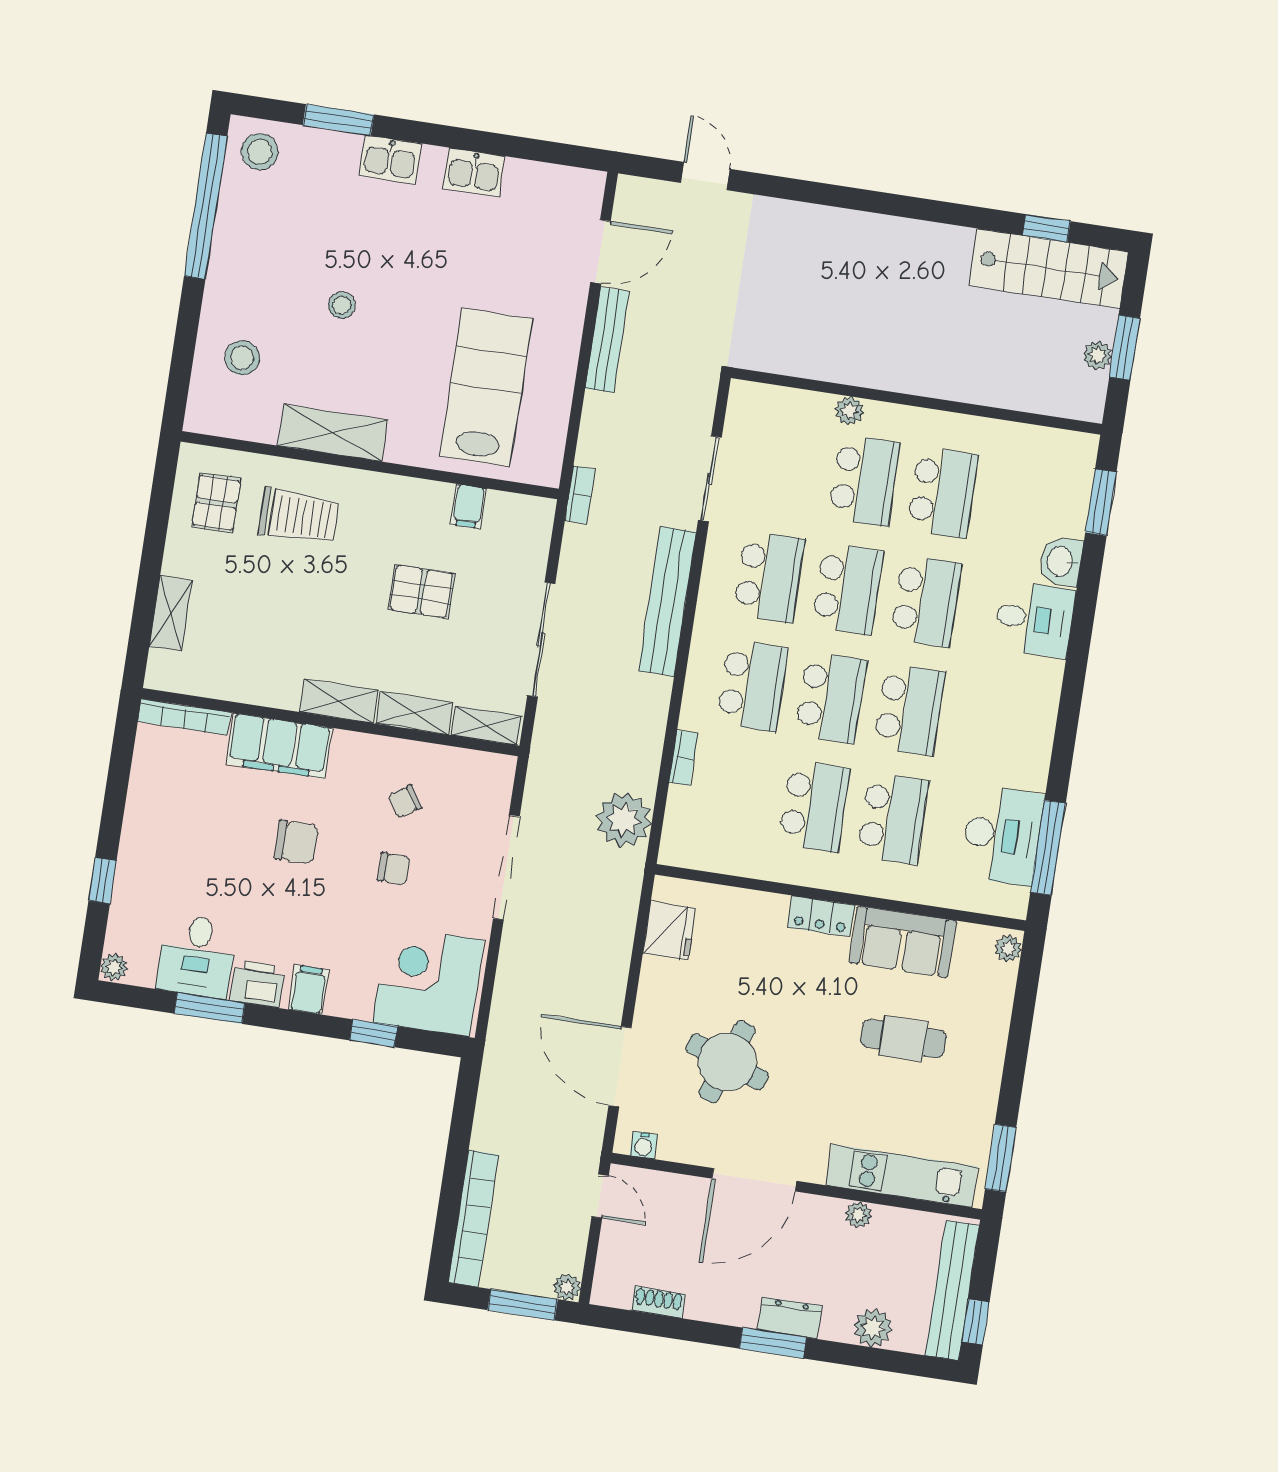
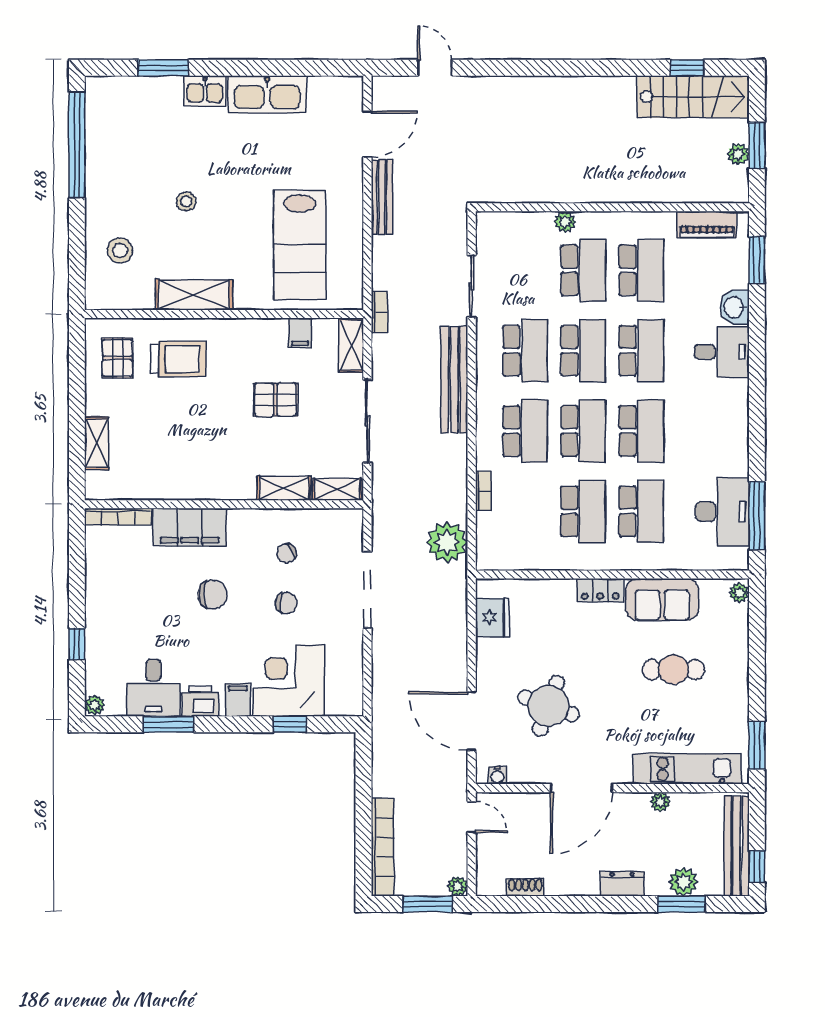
stool: (260, 152) -> (110, 100), removed
kitchen sink: (474, 172) -> (267, 94), width x1.87, depth x1.24
lab bench: (486, 388) -> (300, 245), turned 180
piano: (1041, 444) -> (707, 224), added
shelving: (339, 701) -> (351, 345), moved, turned 90
corner desk: (428, 981) -> (288, 681), moved
window: (773, 1343) -> (681, 904), moved

